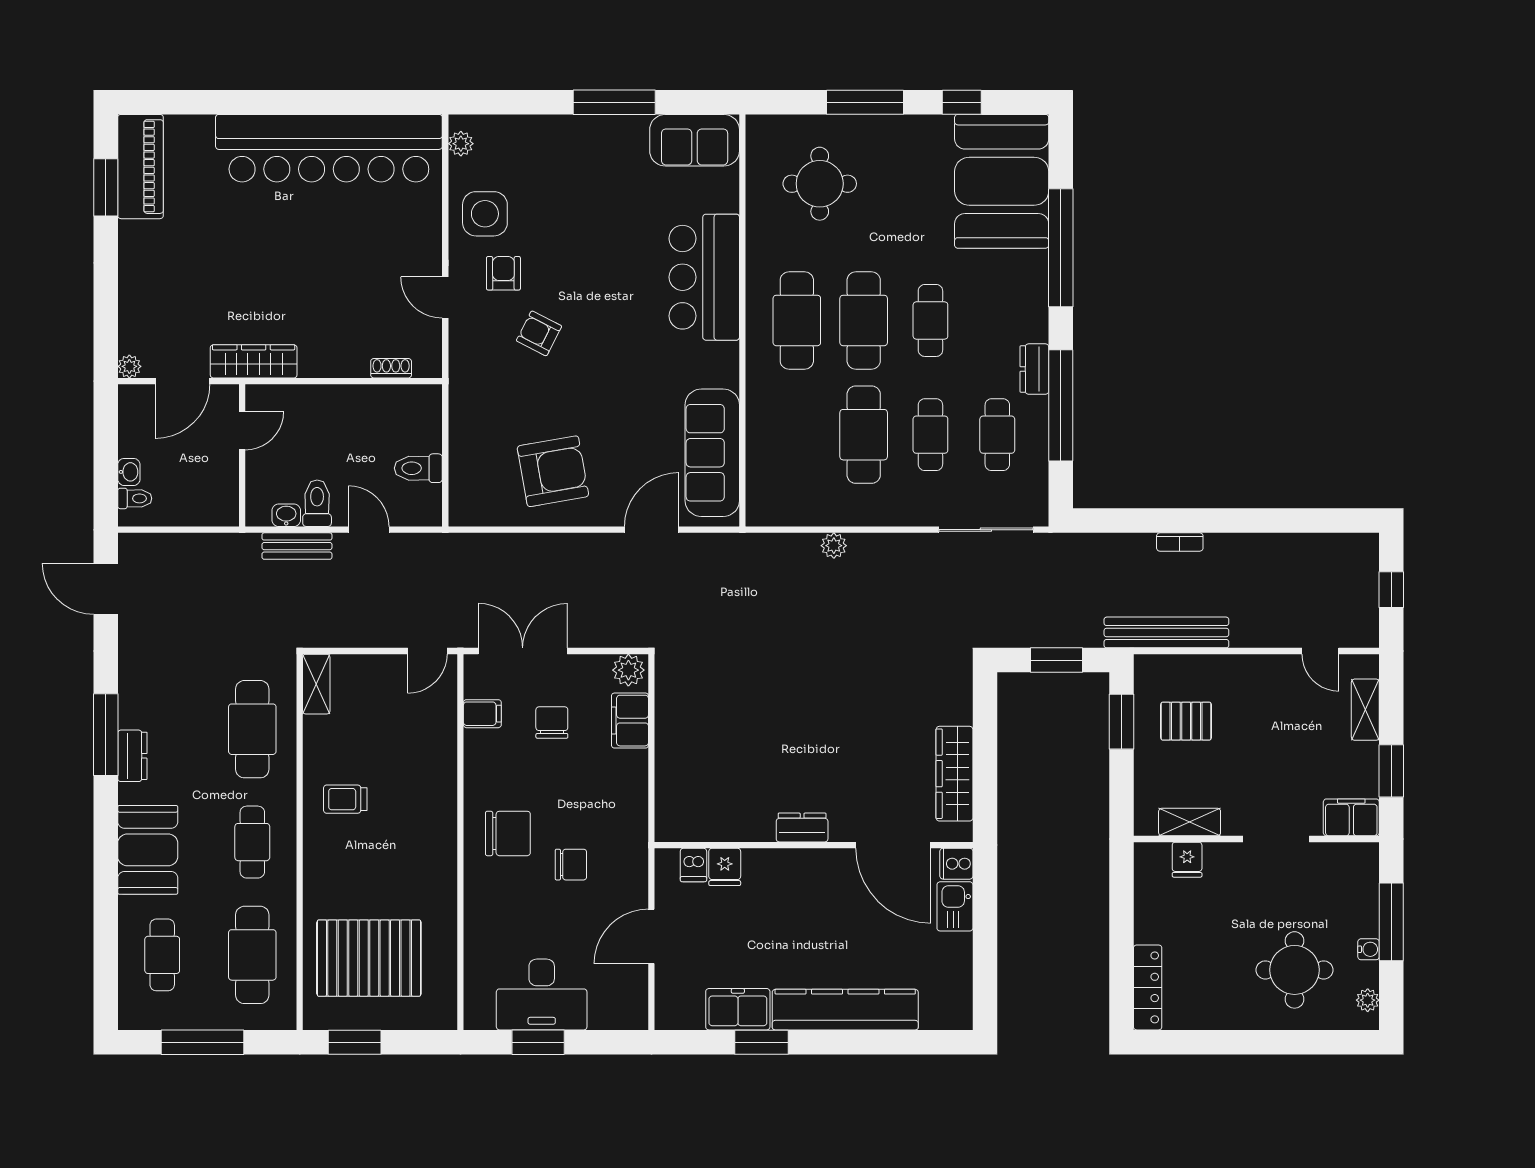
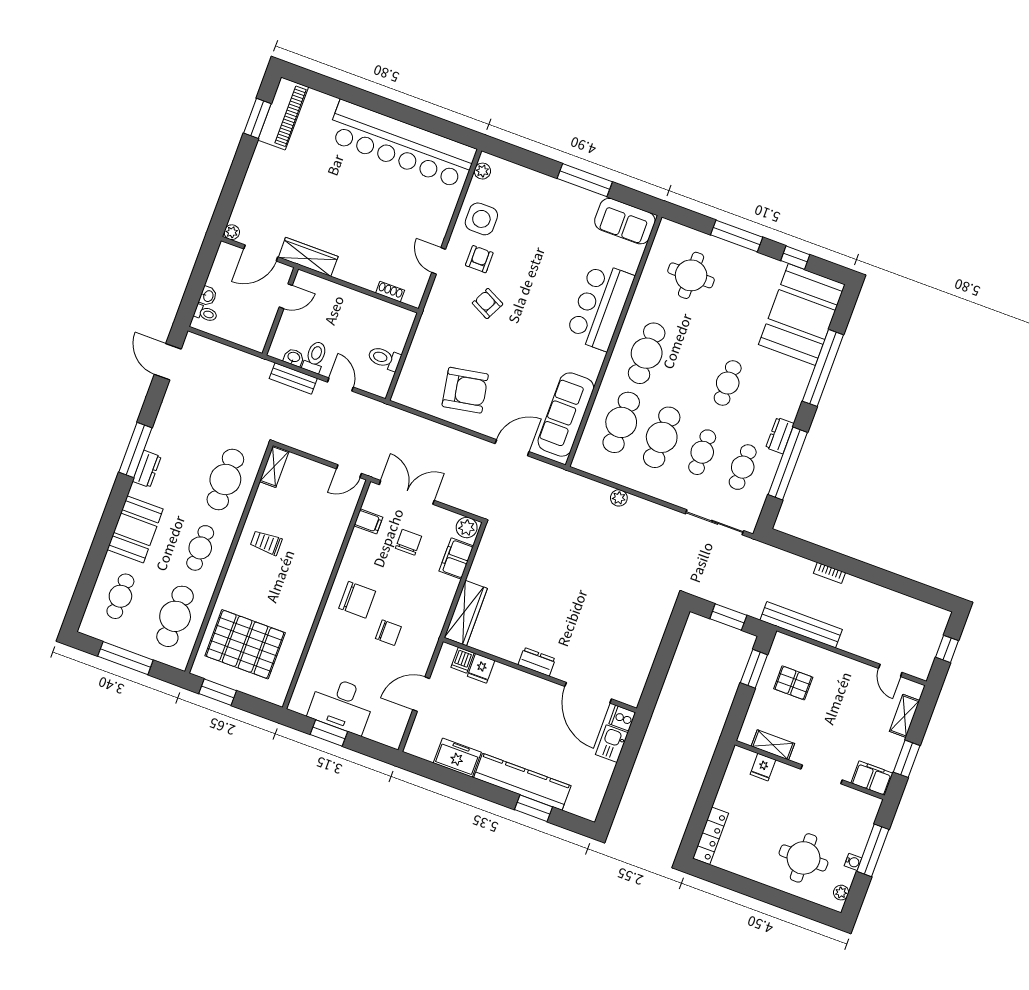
cafe table: (864, 320) -> (621, 422), moved
wardrobe: (955, 774) -> (466, 613), moved, turned 180
window: (761, 1042) -> (534, 808), moved

